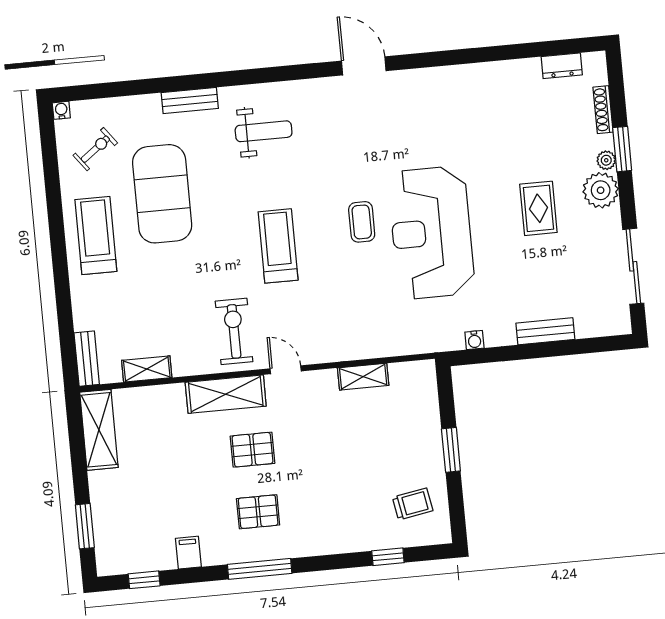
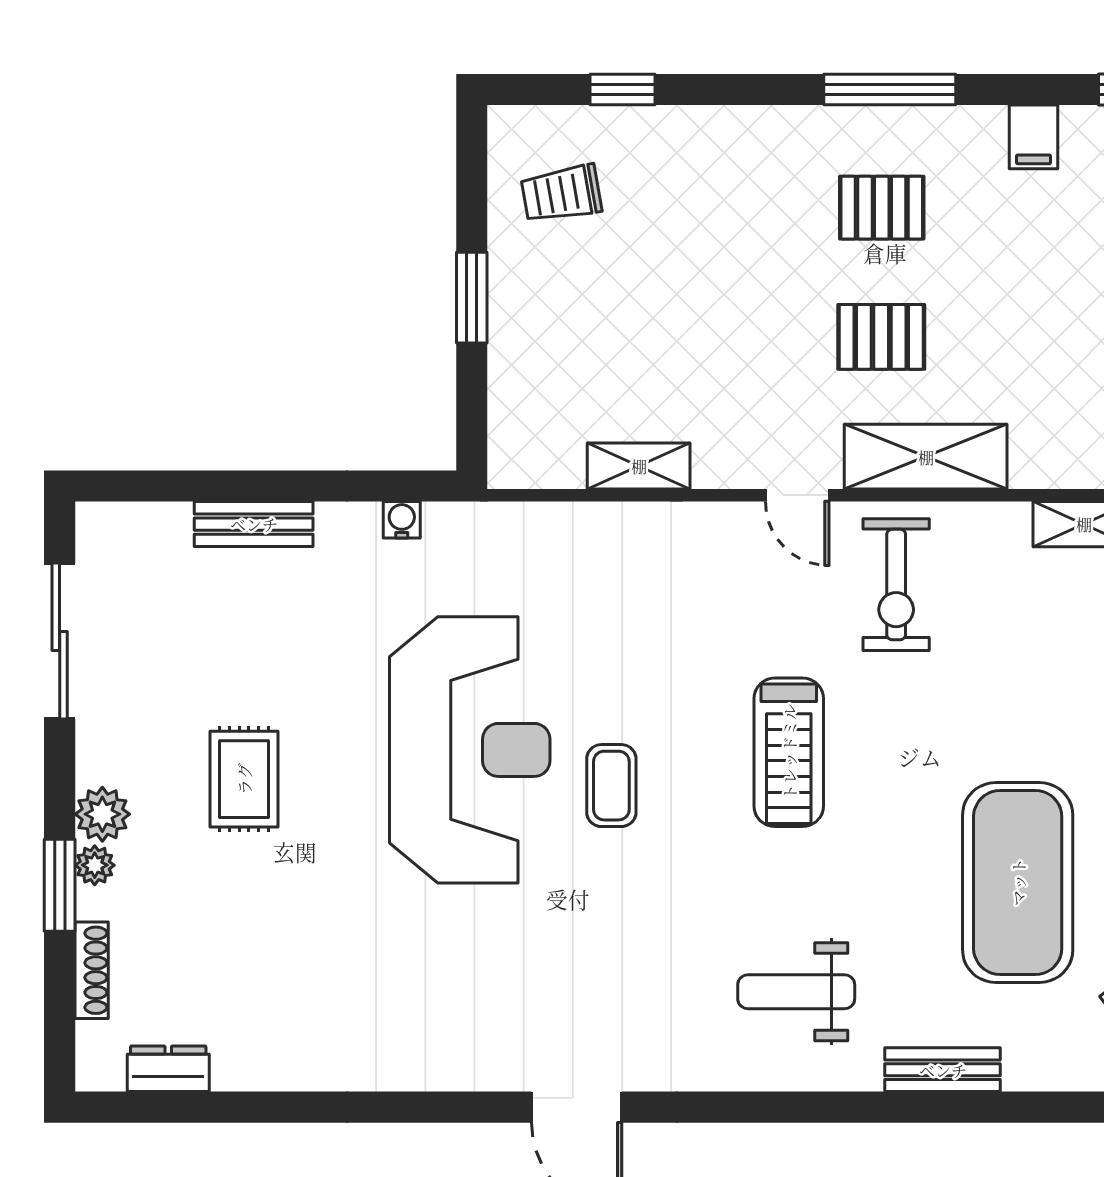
plant: (601, 190) -> (102, 814), width x0.73, depth x0.73

